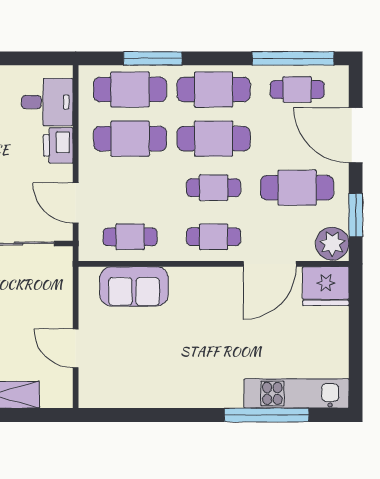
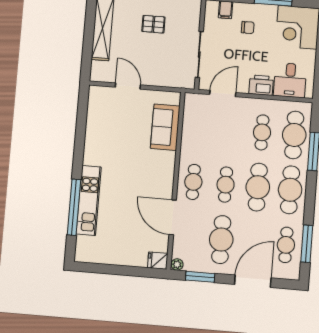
window: (293, 58) -> (307, 244), width x0.68
cafe table: (130, 139) -> (262, 132), width x0.73, depth x0.74
cafe table: (130, 237) -> (198, 127), removed
plant: (332, 244) -> (177, 264), width x0.53, depth x0.53
fridge: (326, 286) -> (158, 261), width x0.53, depth x0.75
door: (76, 348) -> (128, 86), hinge flipped
kitchen unit: (297, 393) -> (89, 201), moved

